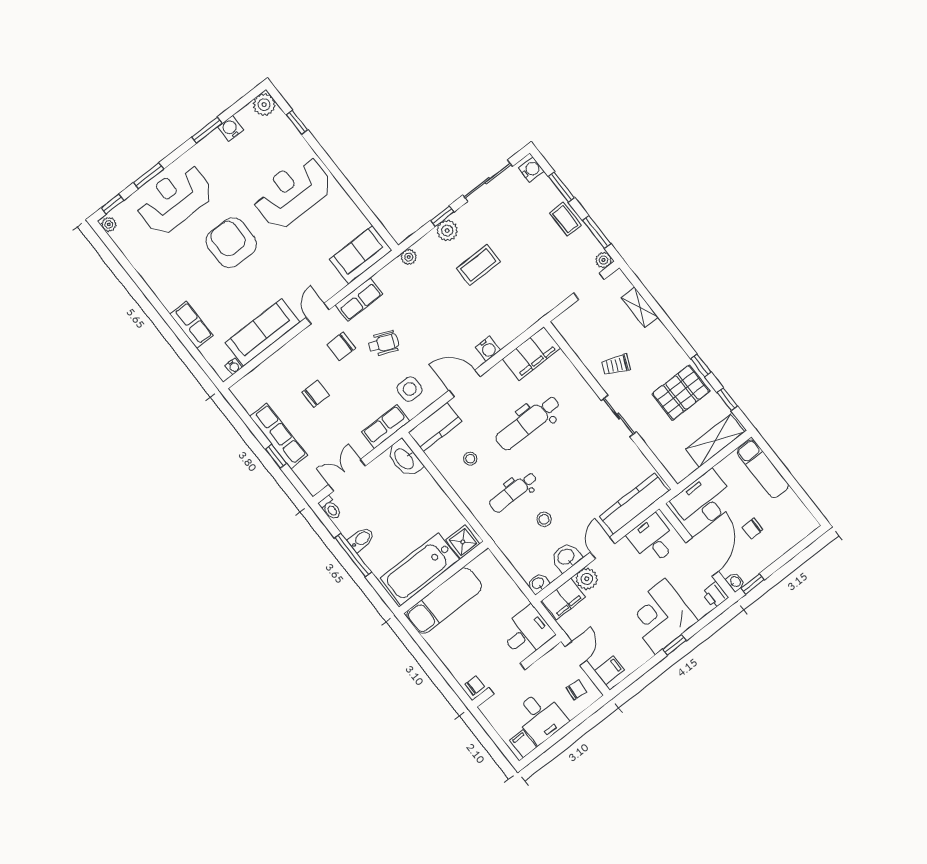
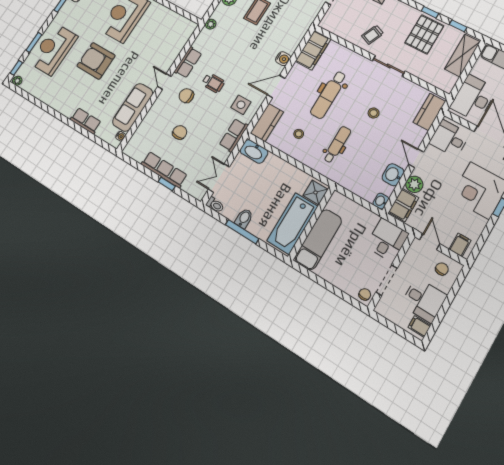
sofa: (361, 255) -> (180, 35), removed
wheelchair: (383, 343) -> (213, 83), turned 67
chair: (341, 346) -> (186, 96), turned 90
dental chair: (513, 492) -> (337, 145), turned 180
kitchen counter: (634, 504) -> (429, 112), width x0.67
stool: (544, 519) -> (374, 113), moved

